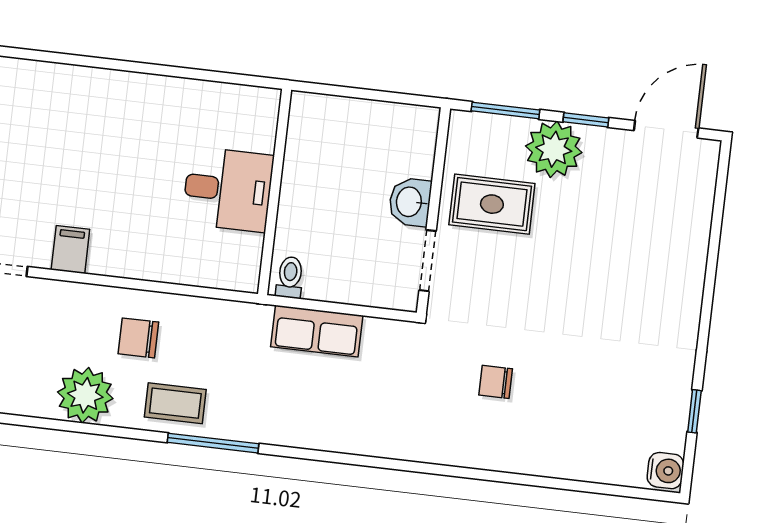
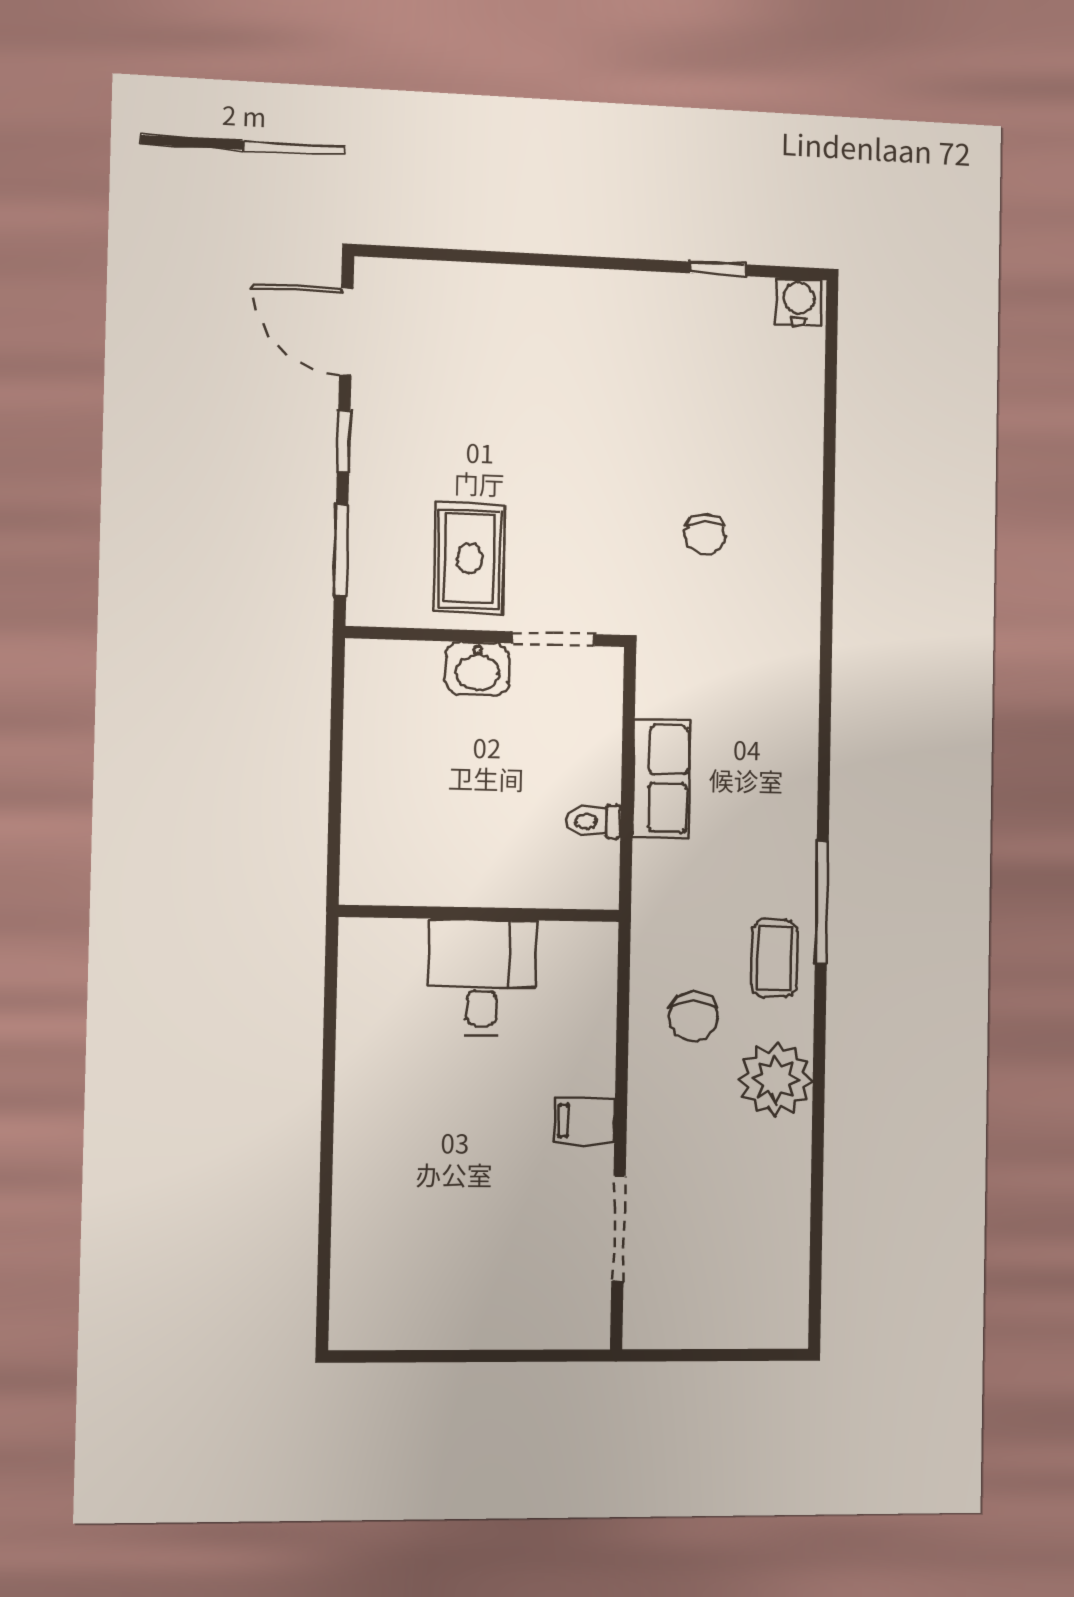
plant: (554, 149) -> (388, 481), removed
desk: (228, 189) -> (482, 977), moved
wall: (275, 192) -> (480, 913), moved

